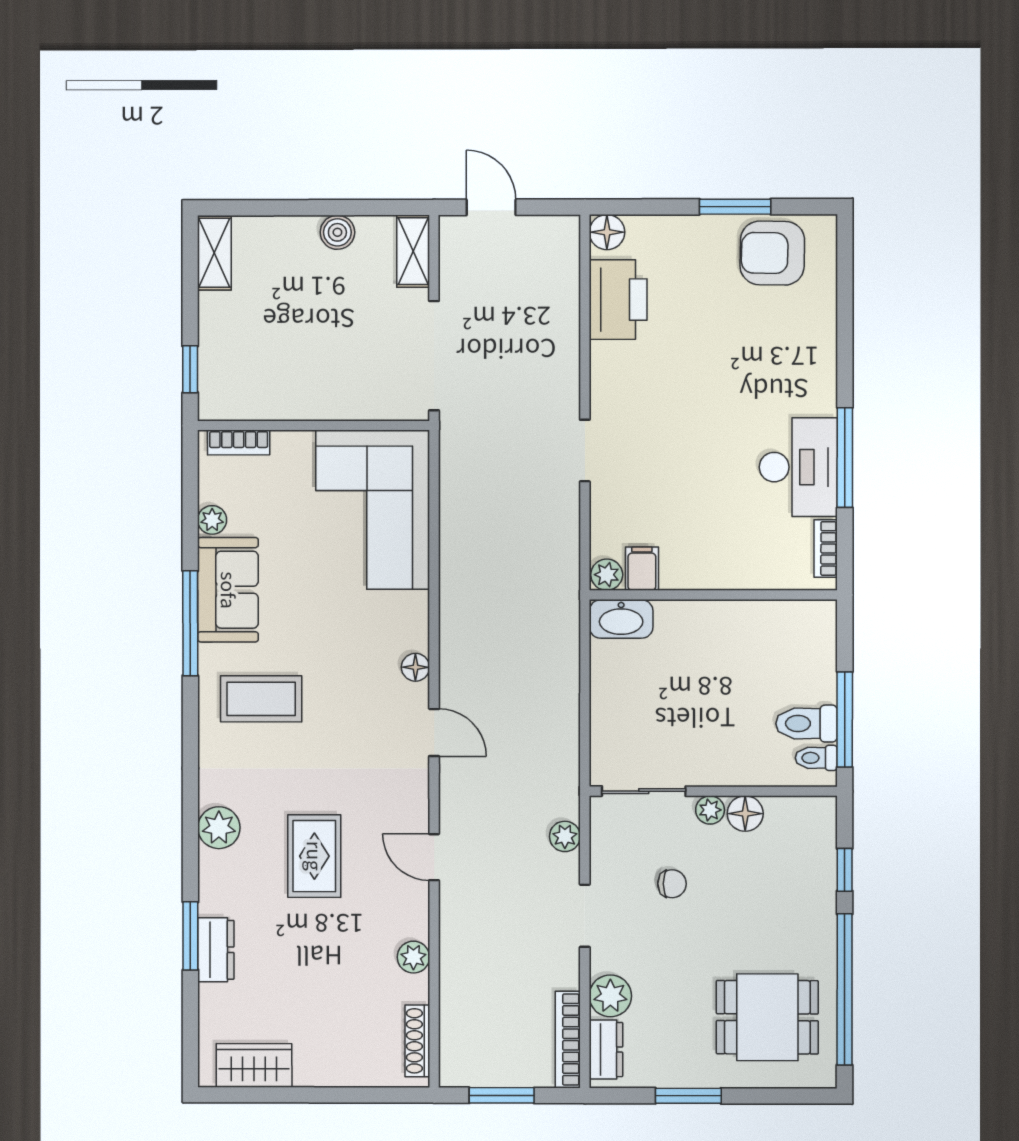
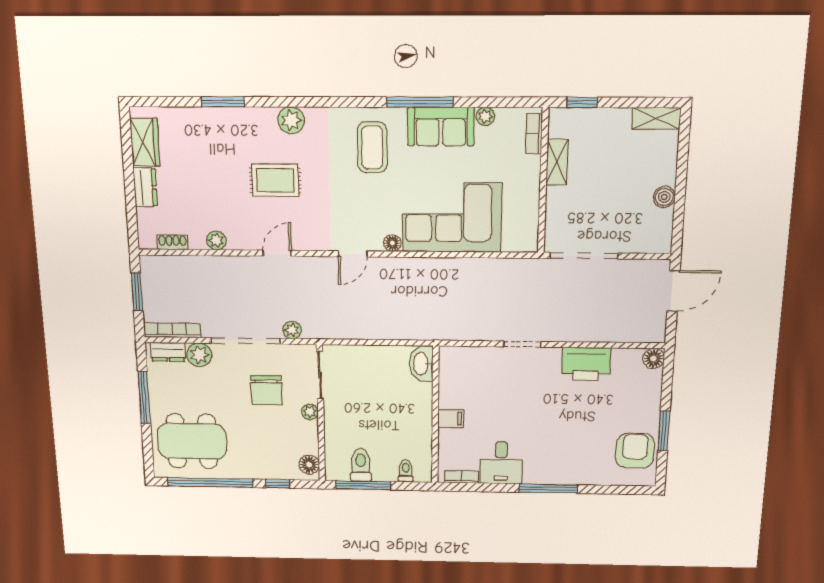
door: (491, 207) -> (673, 291), width x1.38
shelving: (413, 251) -> (557, 162), moved, turned 90
printer: (618, 300) -> (586, 364), moved
window: (845, 457) -> (548, 489), moved
desk: (798, 467) -> (501, 463), width x0.73
corner sofa: (373, 510) -> (452, 217), moved
filing cabinet: (642, 569) -> (451, 419), moved
plant: (607, 575) -> (448, 356), removed
toilet: (816, 758) -> (406, 471), moved
floor lamp: (745, 814) -> (309, 465), moved
chair: (672, 884) -> (266, 390), width x1.87, depth x1.87
doorway: (585, 916) -> (246, 341), width x1.88
dresser: (216, 950) -> (145, 187), moved, turned -90
dining table: (767, 1017) -> (192, 441), width x1.38
shoe rack: (417, 1041) -> (173, 242), width x0.70
window: (688, 1096) -> (144, 398), width x1.44

